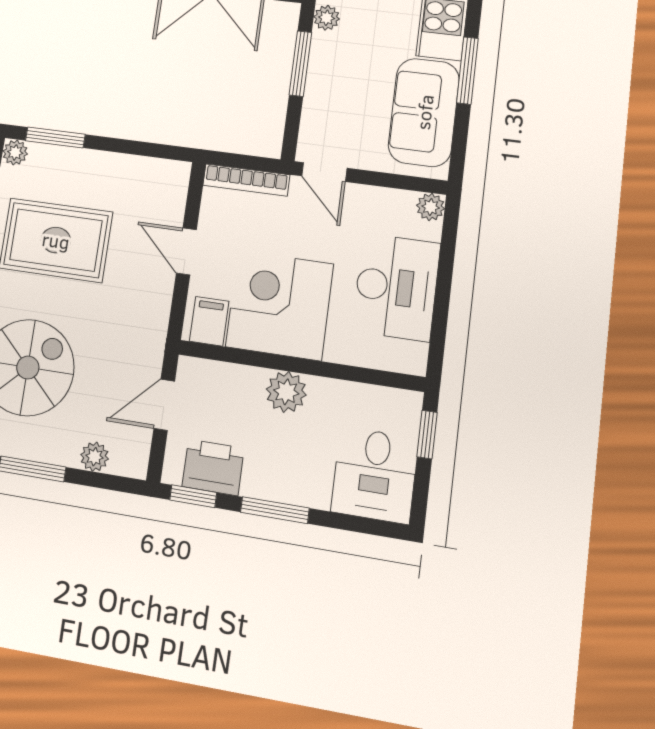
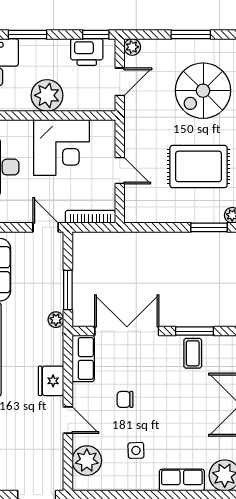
filing cabinet: (209, 321) -> (101, 133), removed
plant: (286, 392) -> (47, 95), width x1.36, depth x1.36
plant: (95, 457) -> (132, 47), moved
window: (275, 510) -> (28, 35), moved

